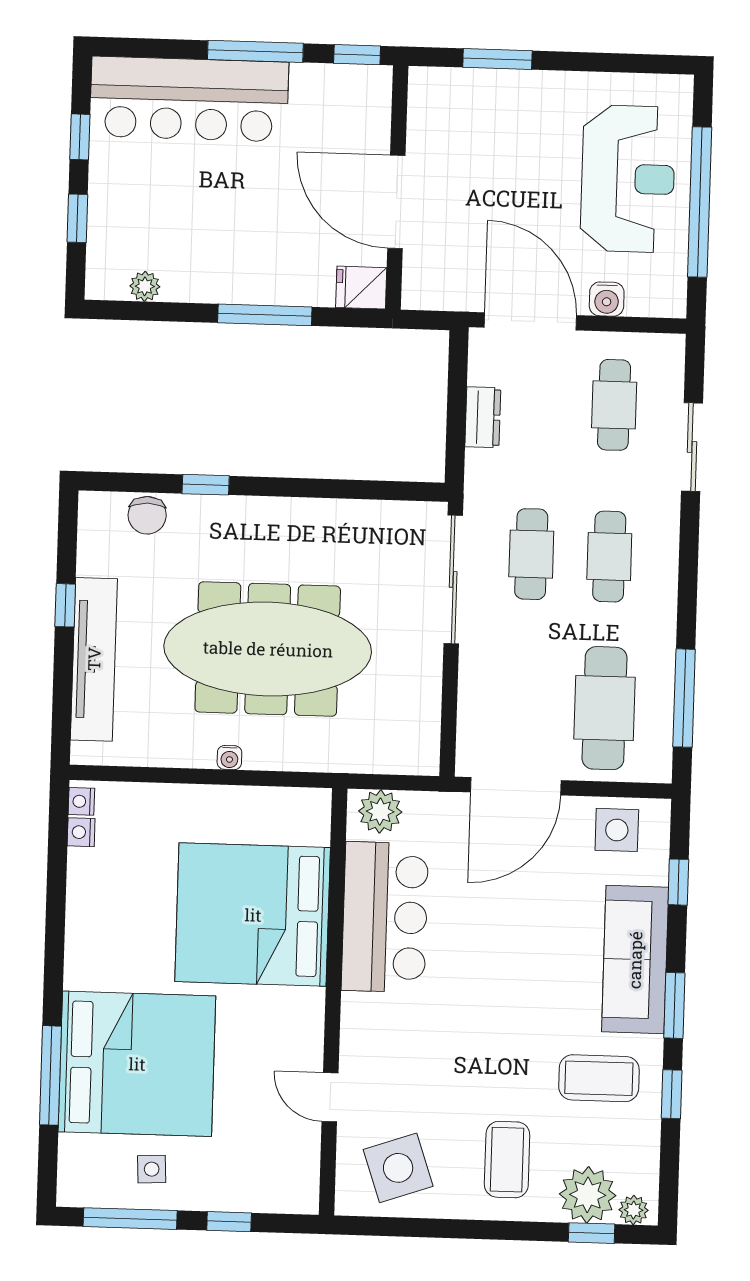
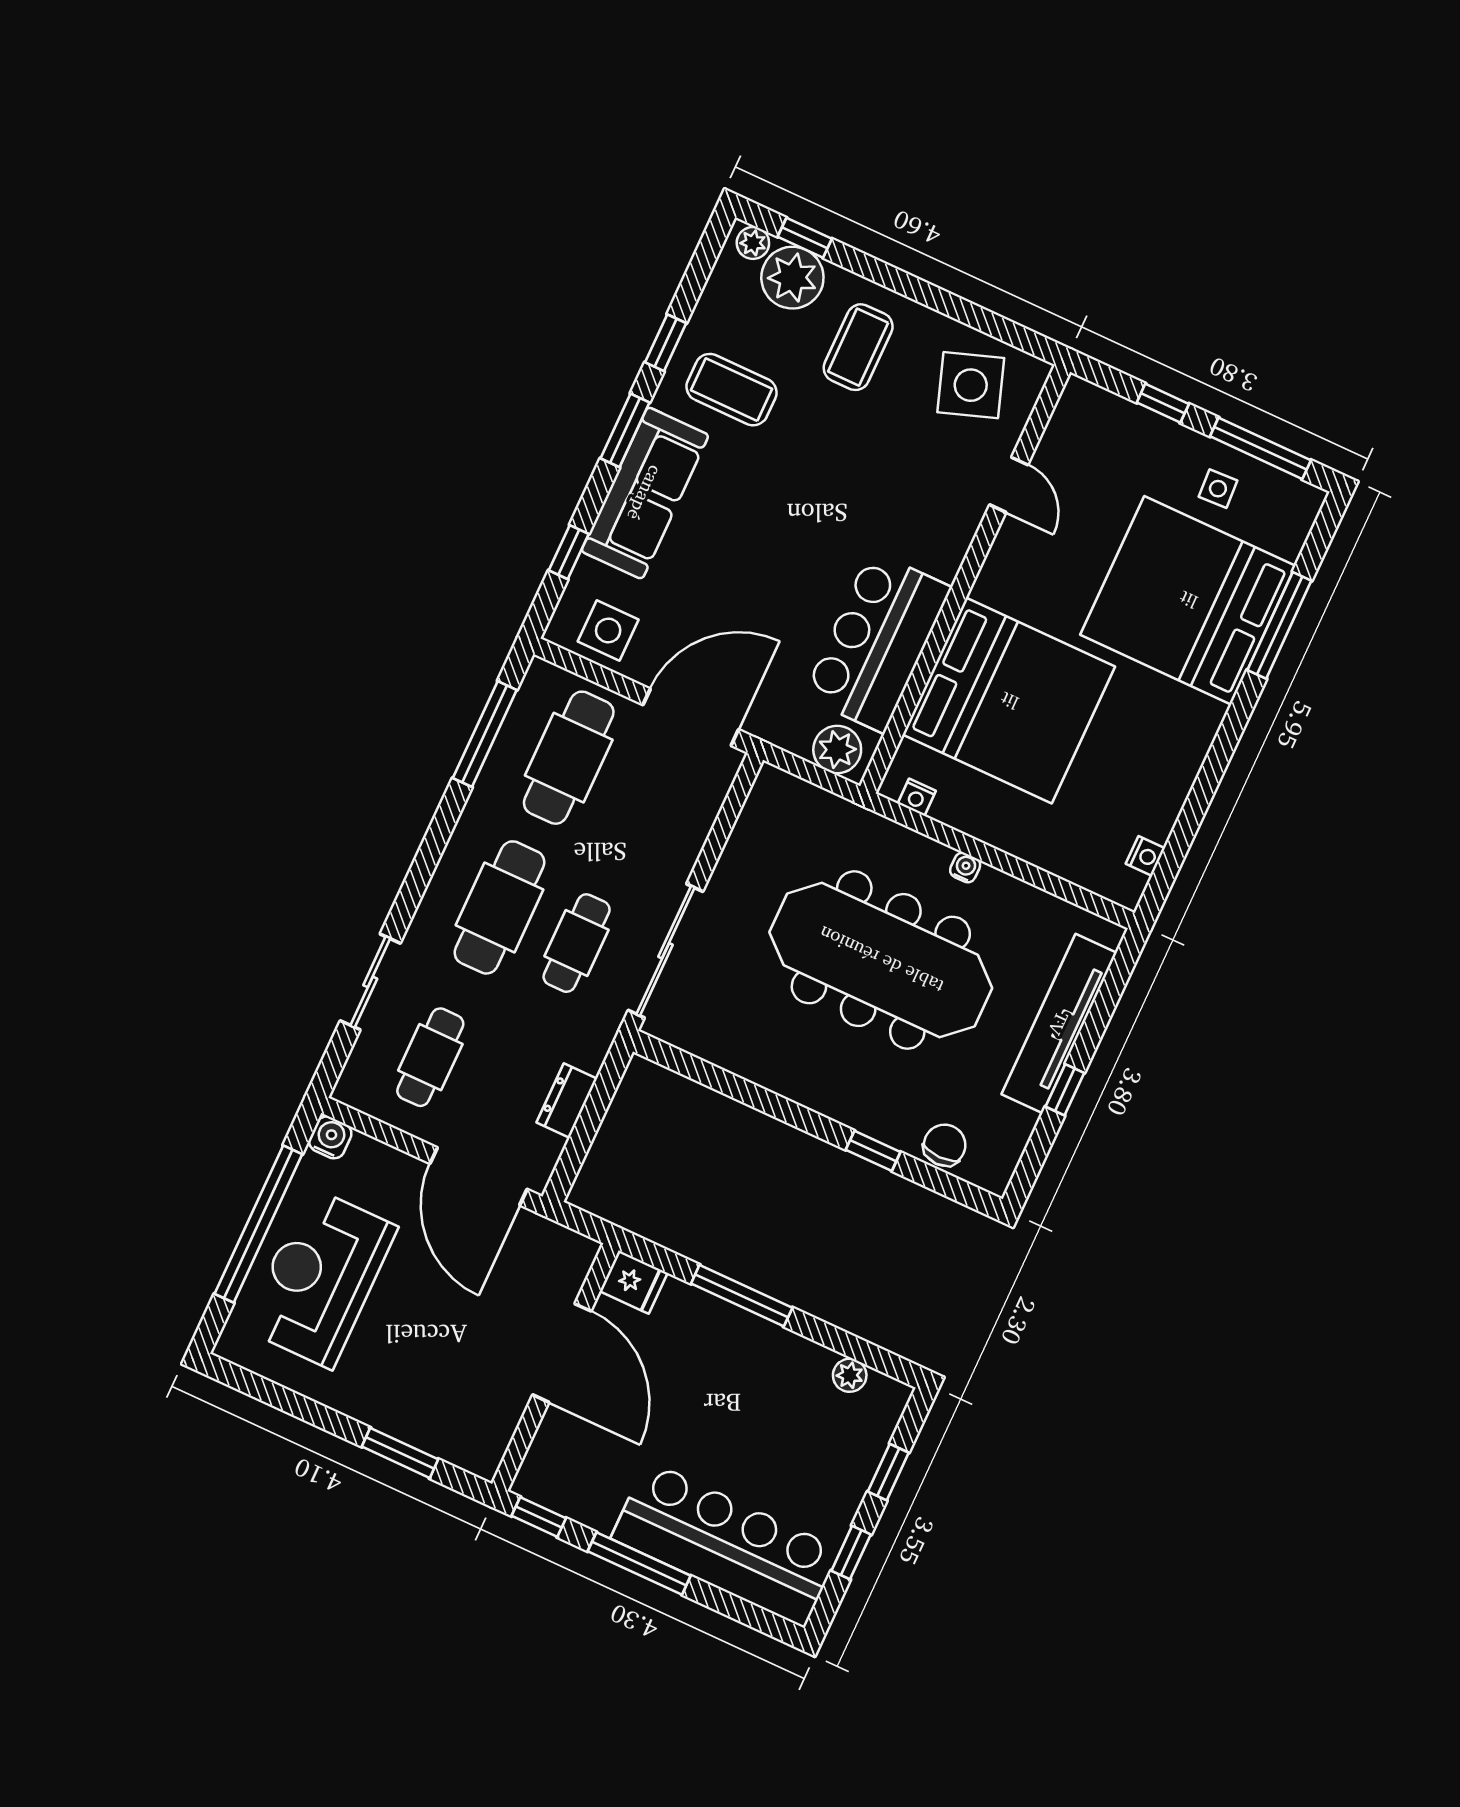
water cooler: (607, 299) -> (330, 1137), moved
cafe table: (609, 557) -> (499, 907), width x1.37, depth x1.35
nightstand: (81, 801) -> (917, 797), moved, turned 90

